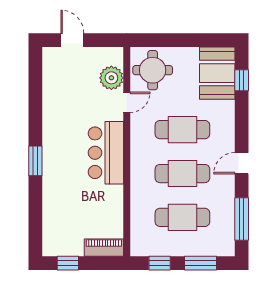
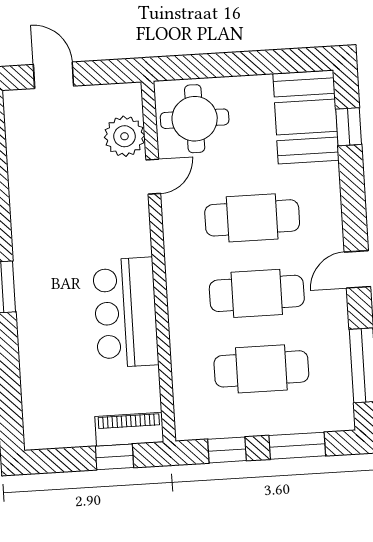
bar counter: (106, 153) -> (126, 313), moved
window: (68, 263) -> (114, 457), moved

